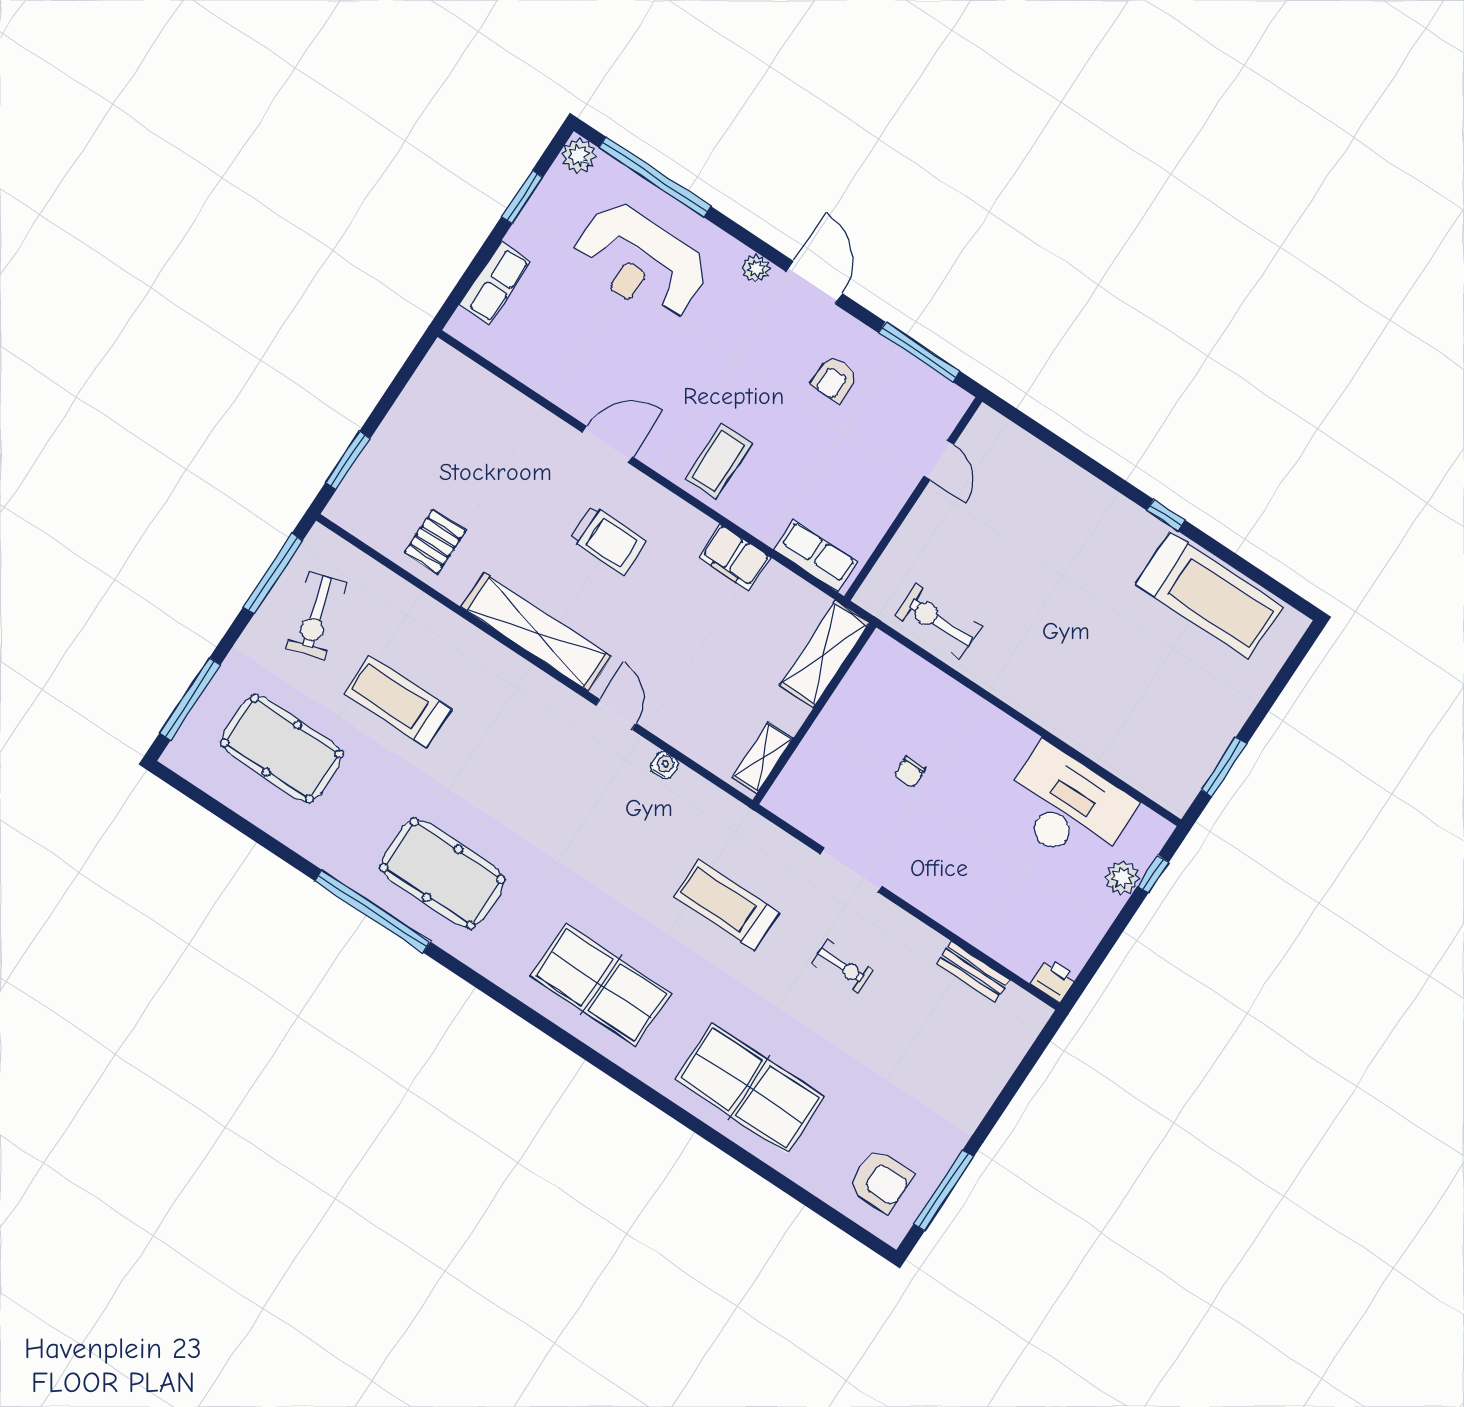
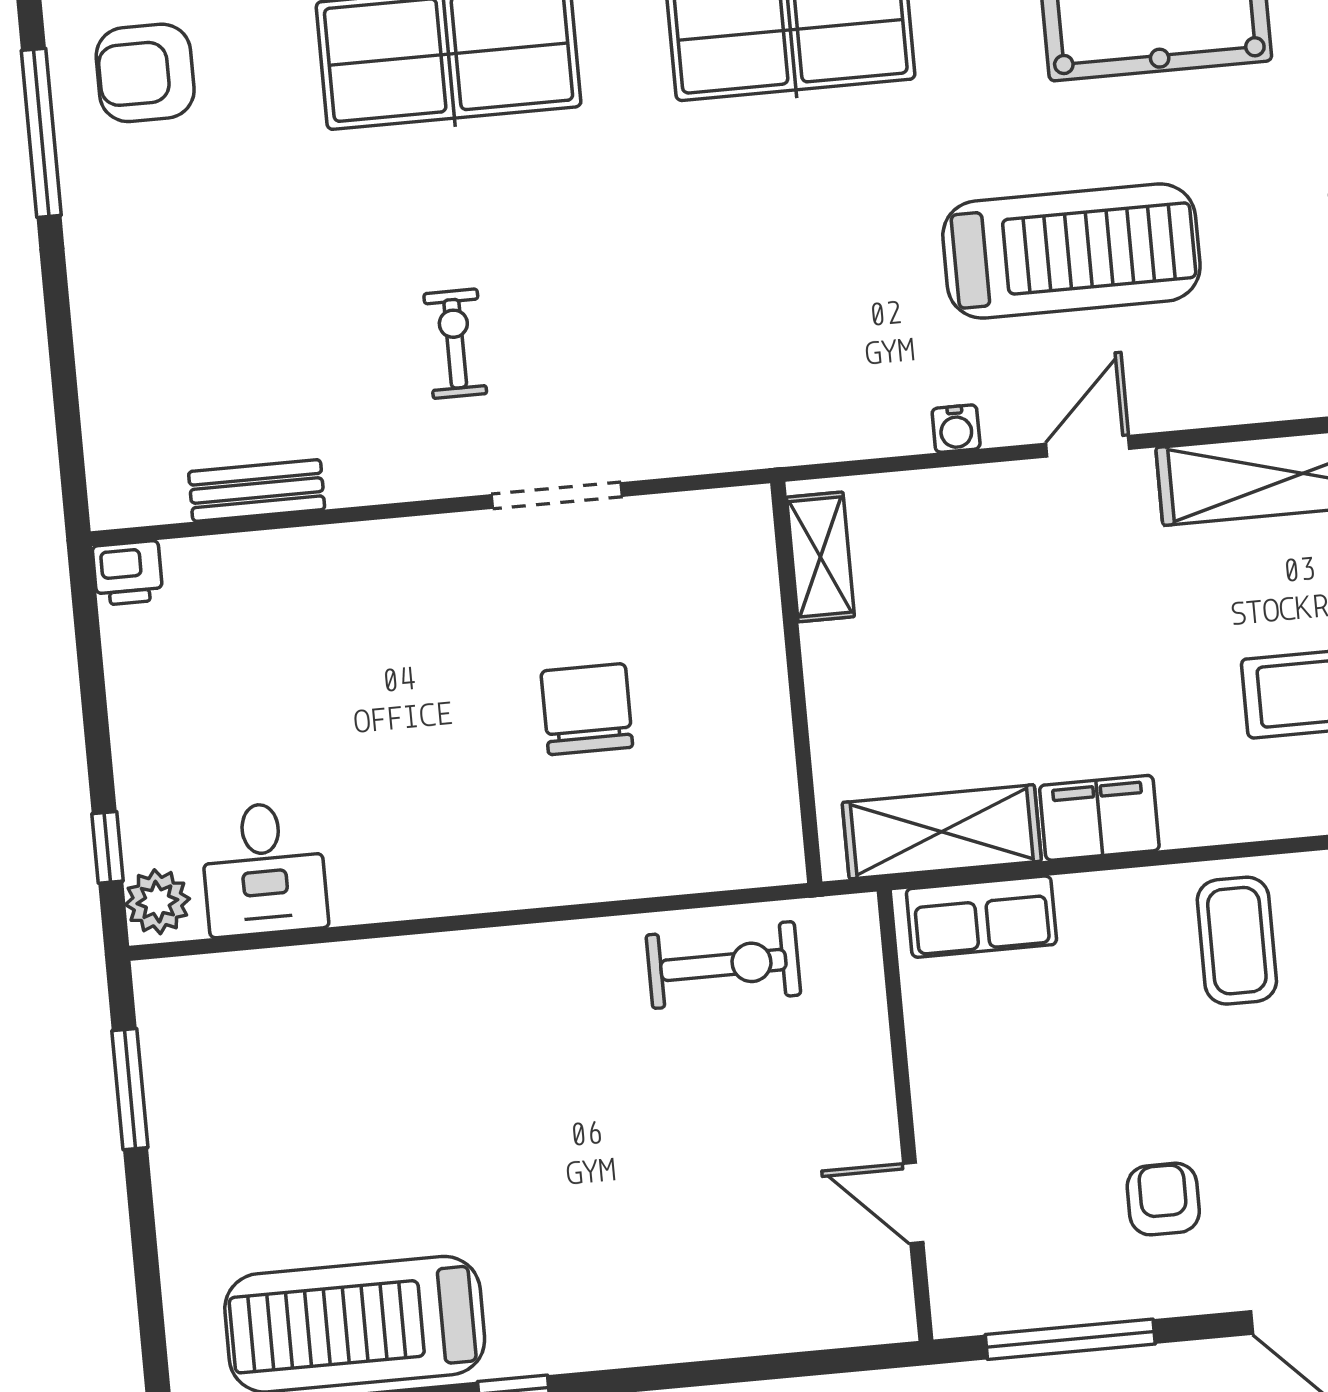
shelving: (825, 654) -> (942, 832), moved, turned 90
door: (616, 714) -> (1088, 446), swing flipped
chair: (910, 772) -> (587, 709), width x1.87, depth x1.87
desk: (1067, 807) -> (264, 869), width x0.53, depth x0.77
plant: (1122, 878) -> (157, 902), moved
treadmill: (726, 905) -> (1071, 251), moved, width x1.37, depth x1.38
exercise bike: (843, 966) -> (455, 344), turned 90

